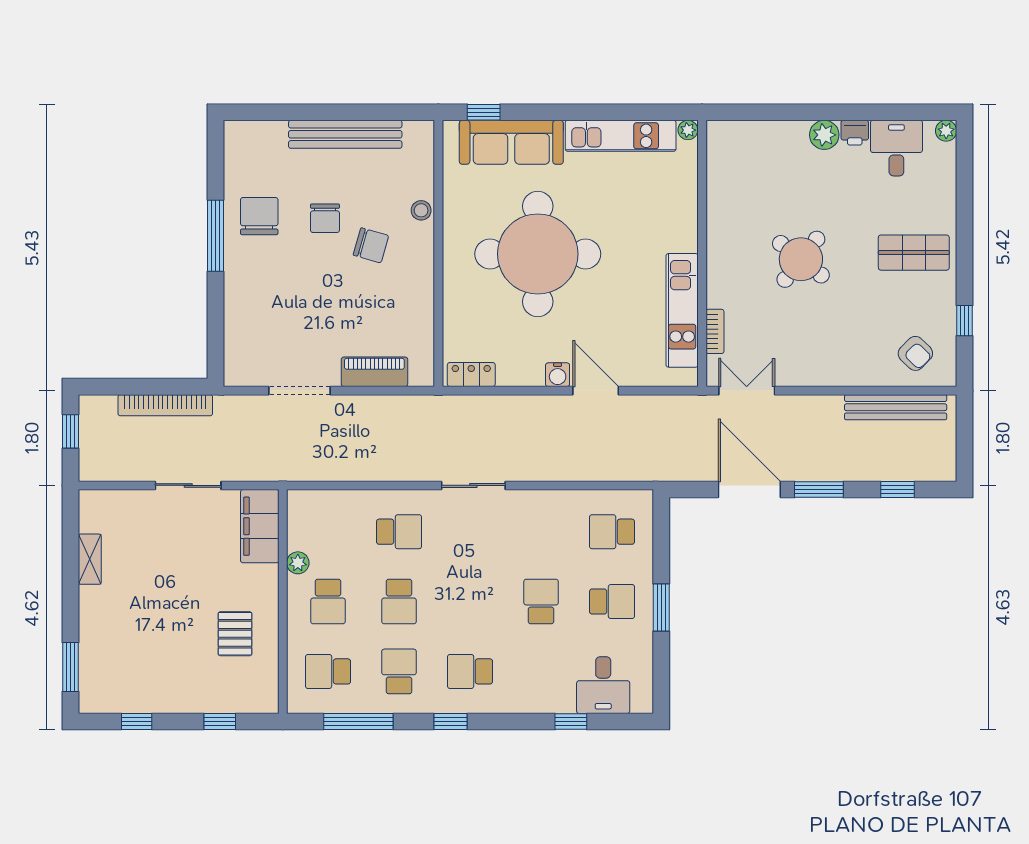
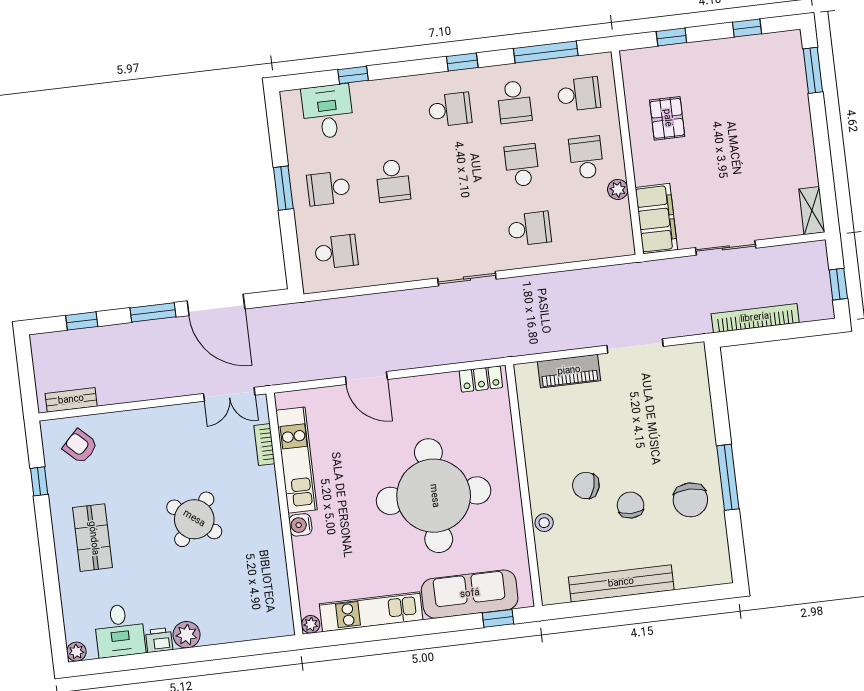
shop shelf: (914, 253) -> (93, 538), turned 90
water cooler: (558, 375) -> (300, 525), moved, turned -90
bench: (896, 407) -> (71, 400), width x0.54, depth x0.82
school desk: (399, 532) -> (529, 229), turned 180
shelving: (90, 559) -> (812, 211), moved

